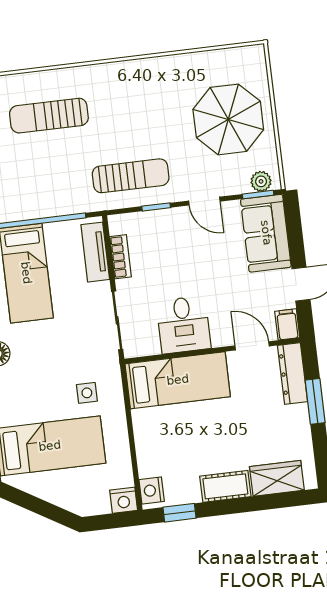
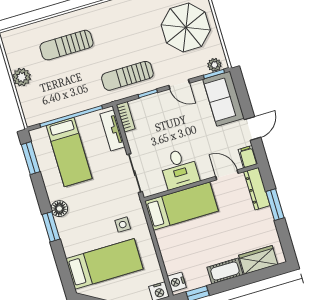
sun lounger: (131, 176) -> (127, 76), turned 180
bookcase: (120, 257) -> (126, 117), moved

